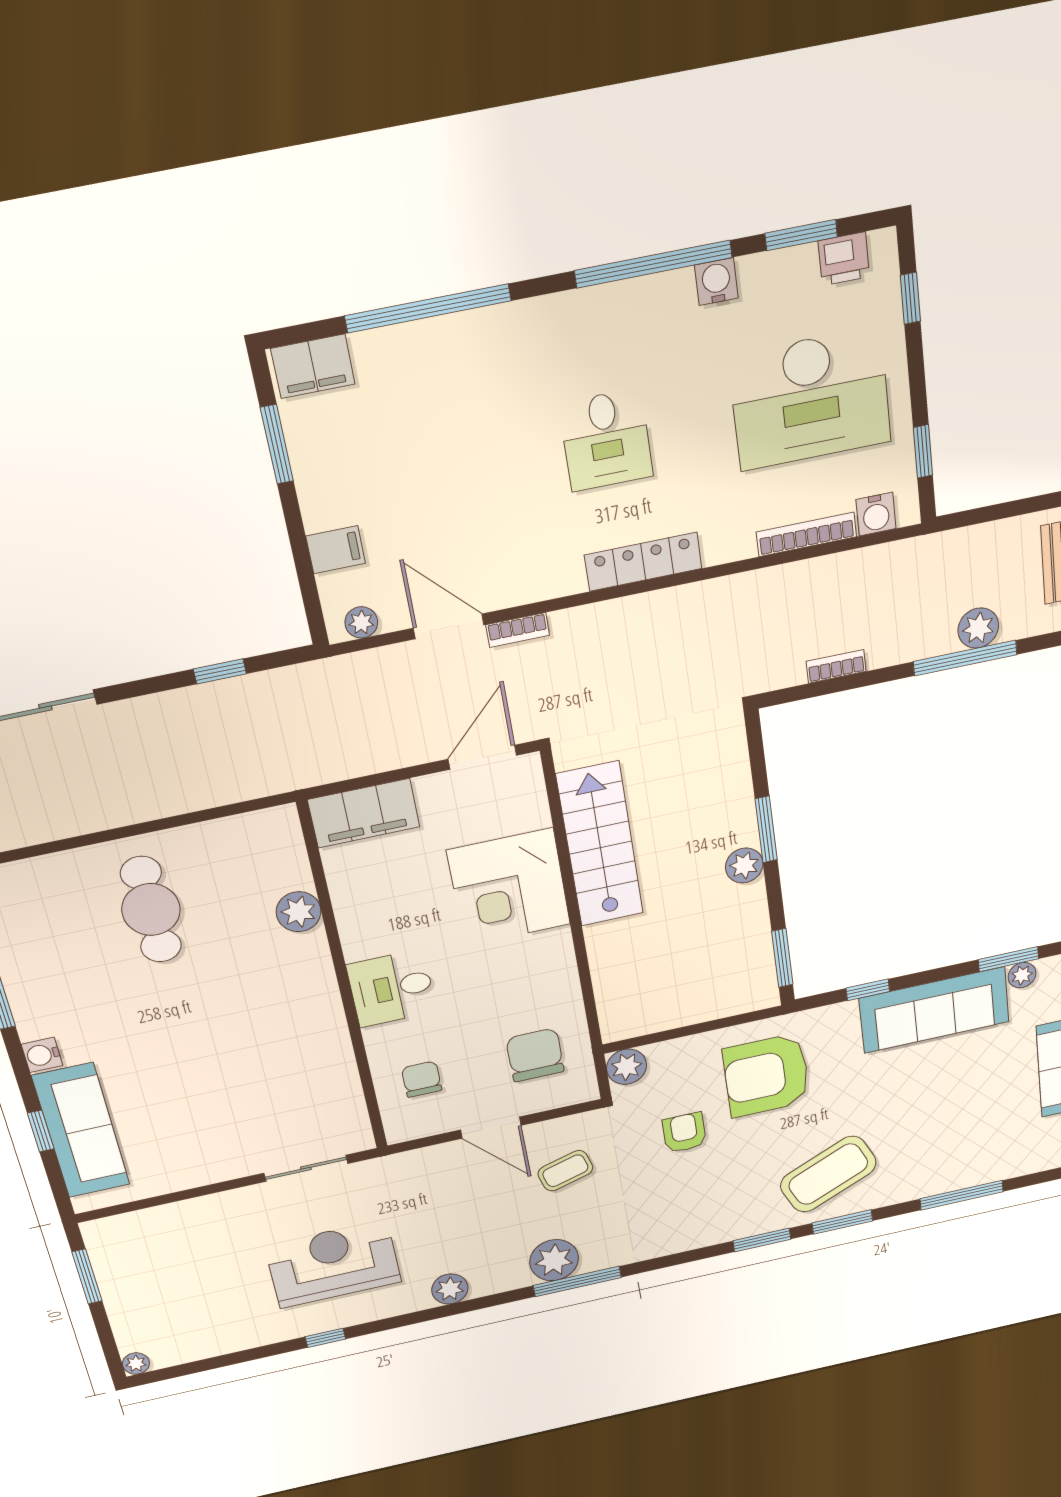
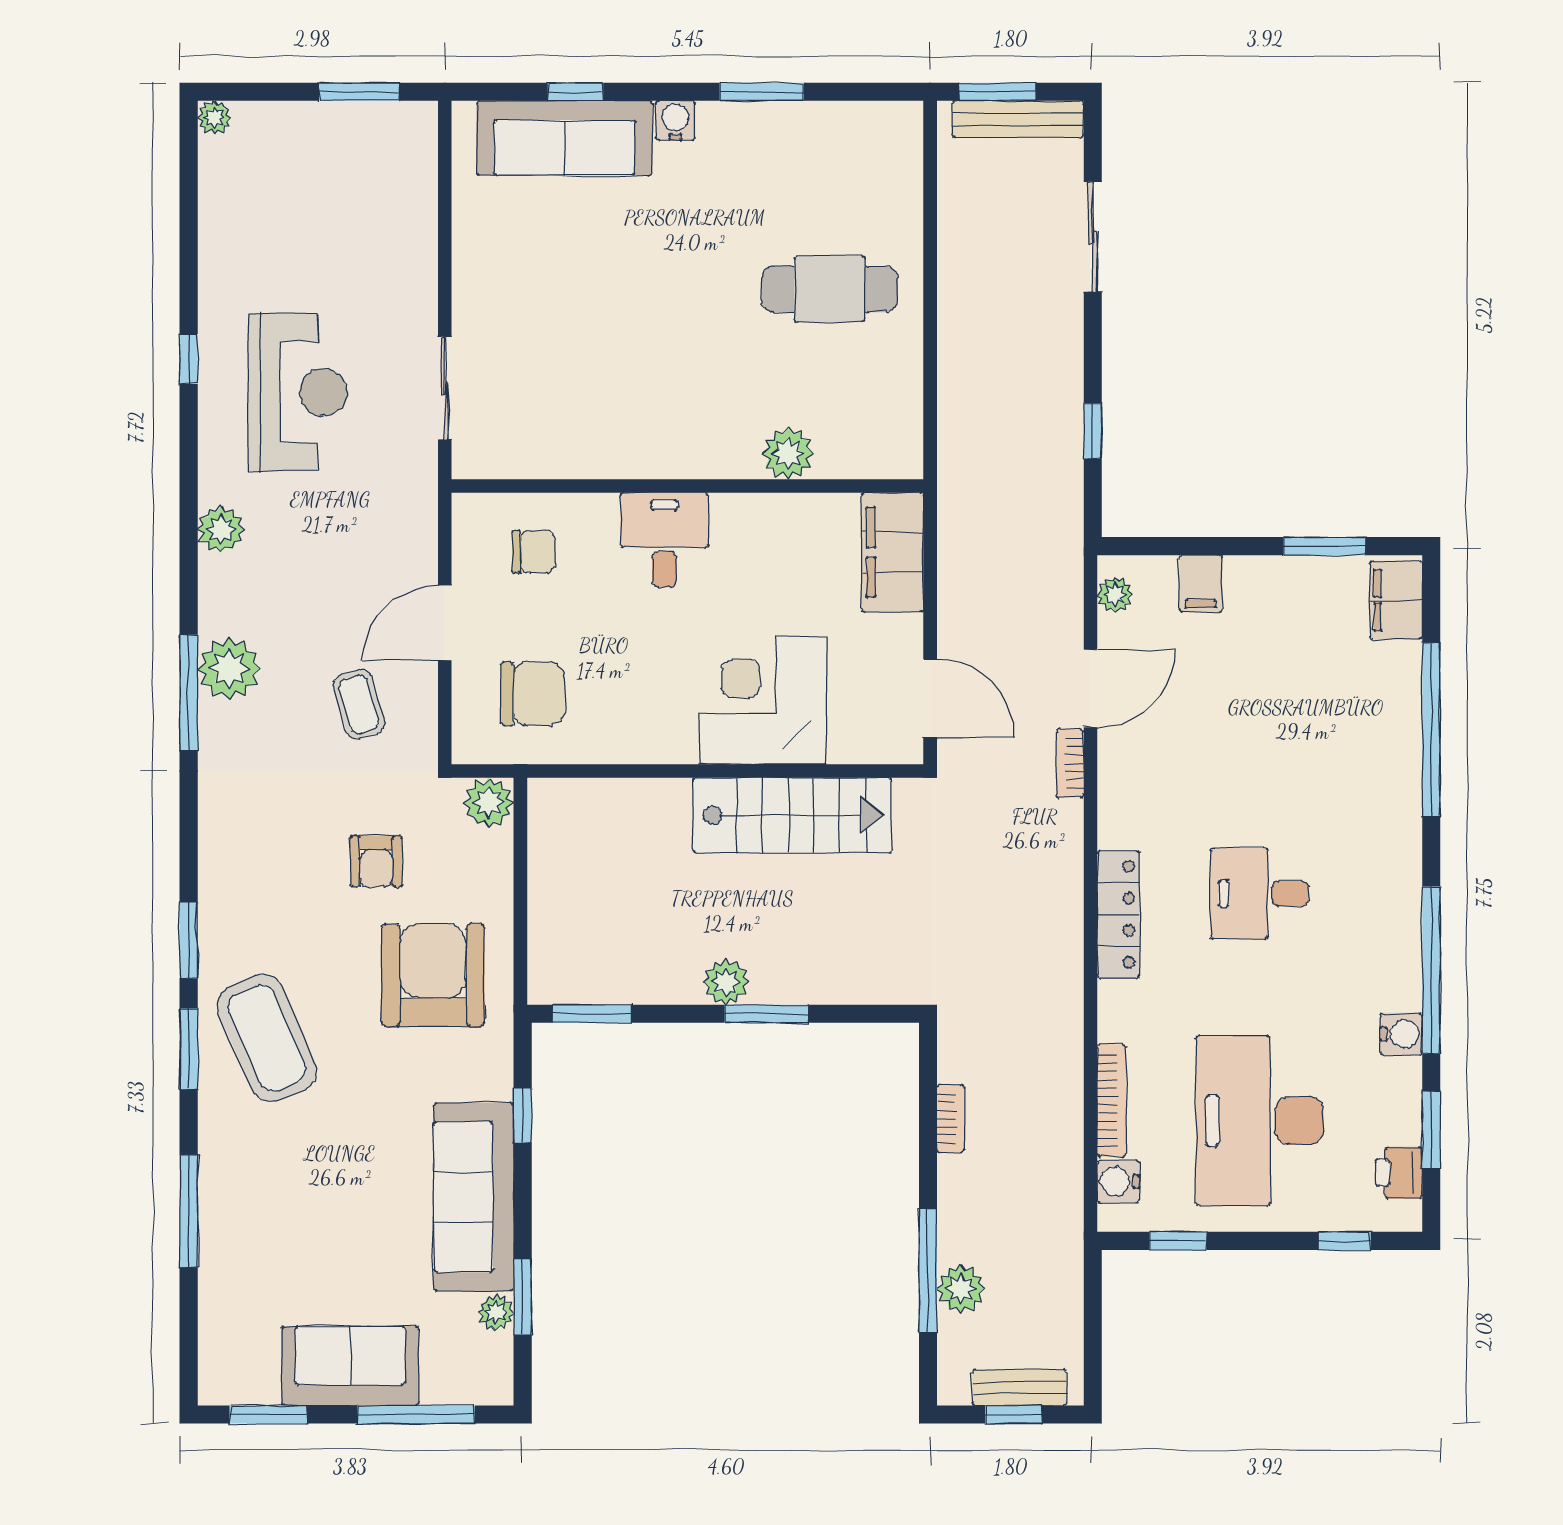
armchair: (684, 1133) -> (376, 861), turned 90

